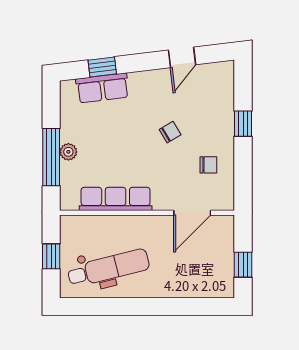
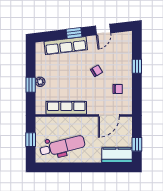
window: (102, 67) -> (74, 33), moved
row of seats: (102, 88) -> (66, 46), width x1.48
window: (51, 157) -> (31, 85), width x0.46
kitchen counter: (207, 284) -> (117, 155), added

